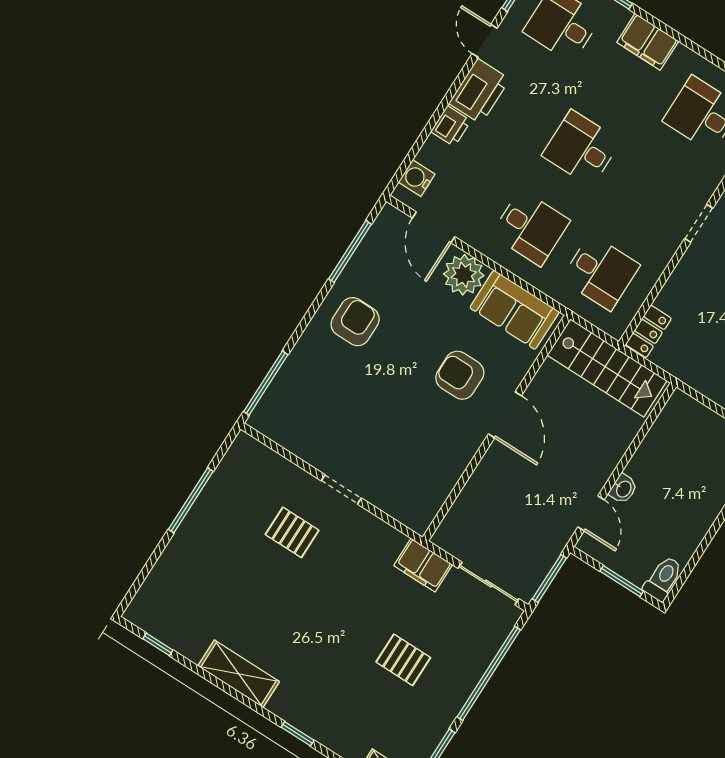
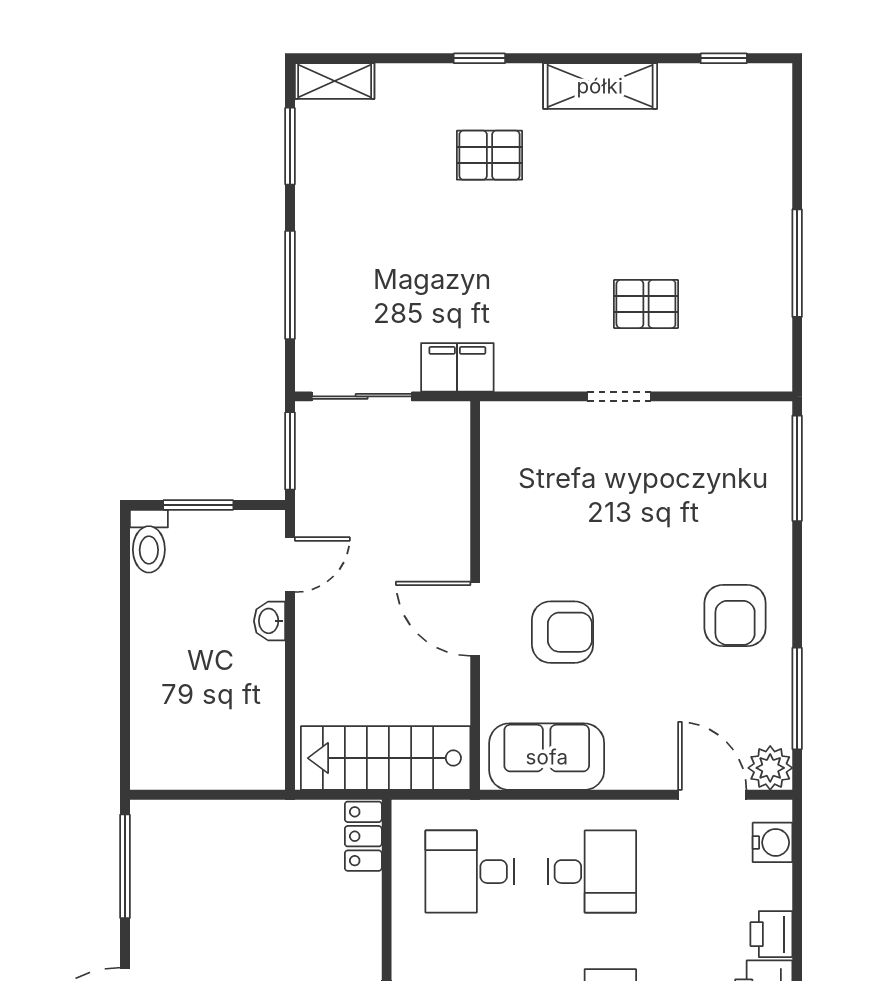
desk: (531, 228) -> (592, 872), turned 180
plant: (464, 275) -> (770, 768), moved, width x0.73, depth x0.73
door: (591, 513) -> (290, 565), swing flipped
pallet: (403, 660) -> (489, 155), moved
window: (489, 673) -> (290, 285), width x0.68

